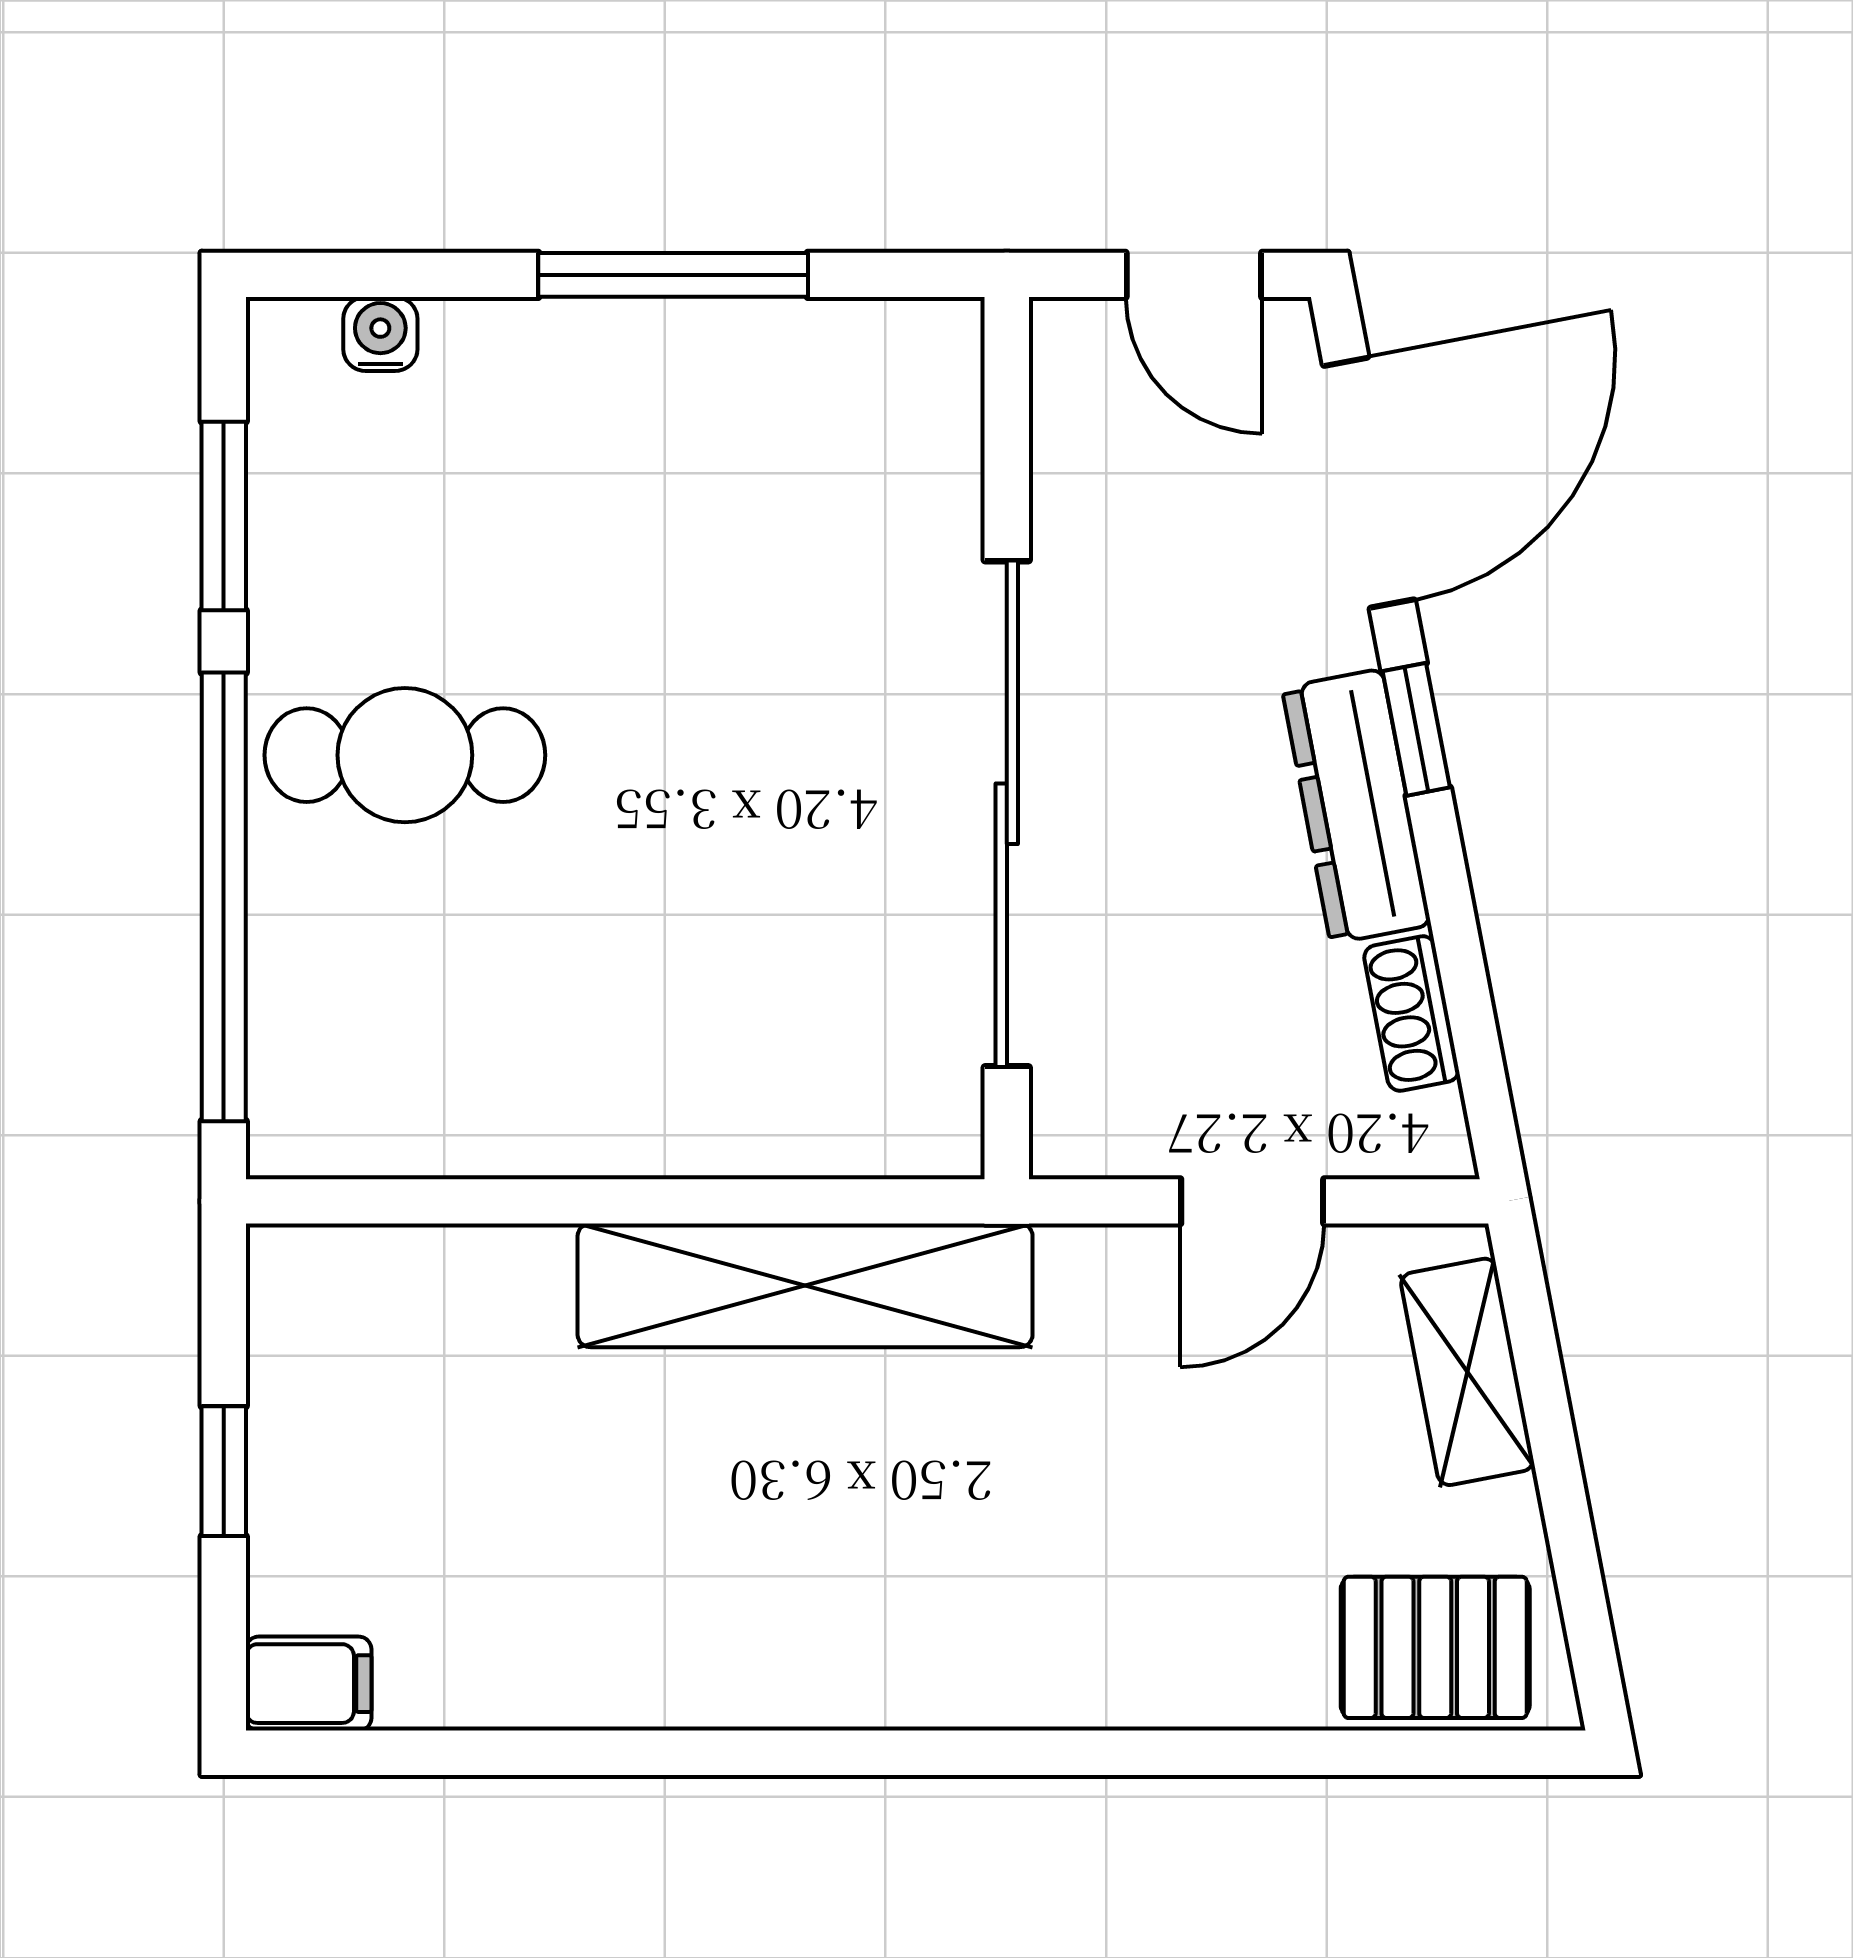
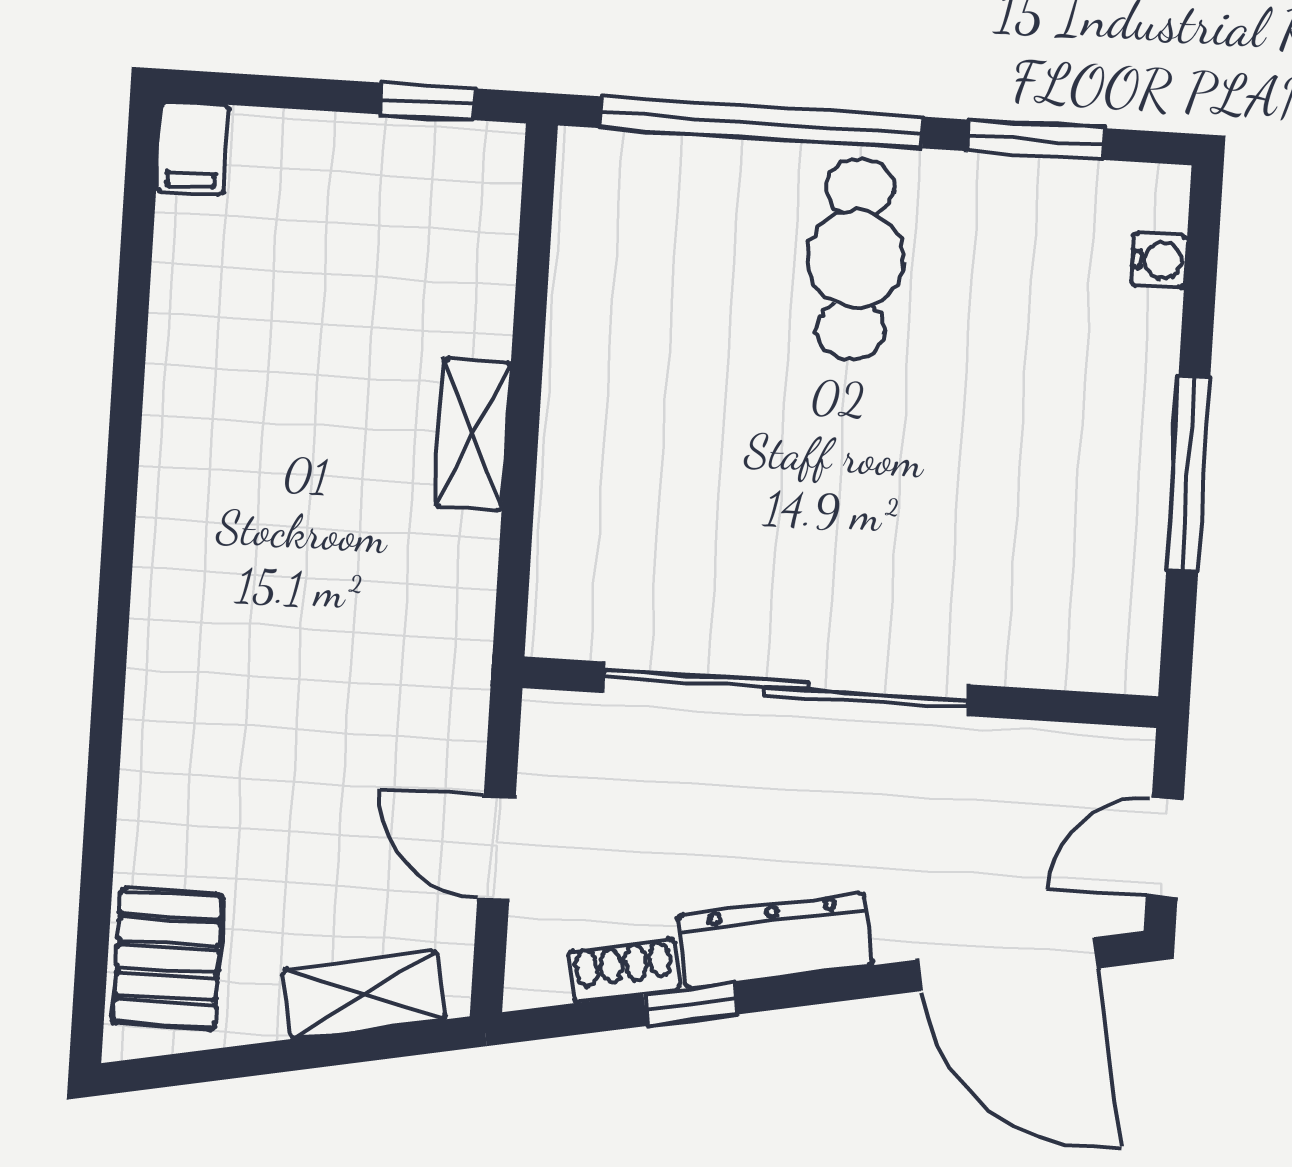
window: (1416, 729) -> (691, 1004), moved
shelving: (805, 1285) -> (473, 434), width x0.45, depth x0.75
window: (224, 1471) -> (427, 101), moved

